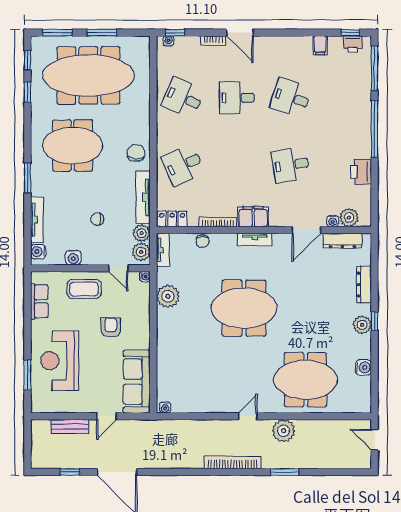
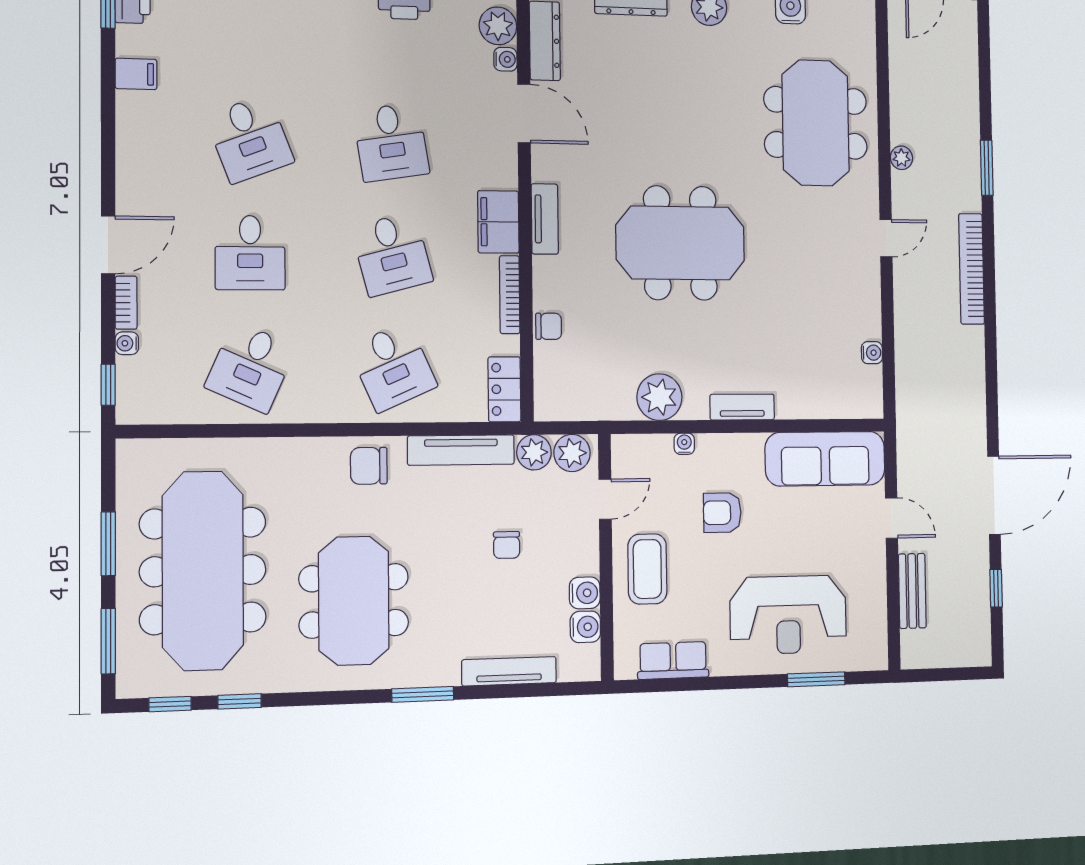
water cooler: (168, 41) -> (127, 343), moved
desk: (291, 98) -> (250, 139), turned -39
desk: (237, 165) -> (392, 254), added
tv unit: (163, 250) -> (742, 407), moved
water cooler: (38, 252) -> (585, 627), moved, turned -90
water cooler: (145, 277) -> (684, 444), moved
meeting table: (244, 308) -> (680, 243), turned 90
water cooler: (165, 407) -> (872, 353), moved
door: (248, 416) -> (886, 238), swing flipped
plant: (284, 431) -> (901, 158), width x0.53, depth x0.53

